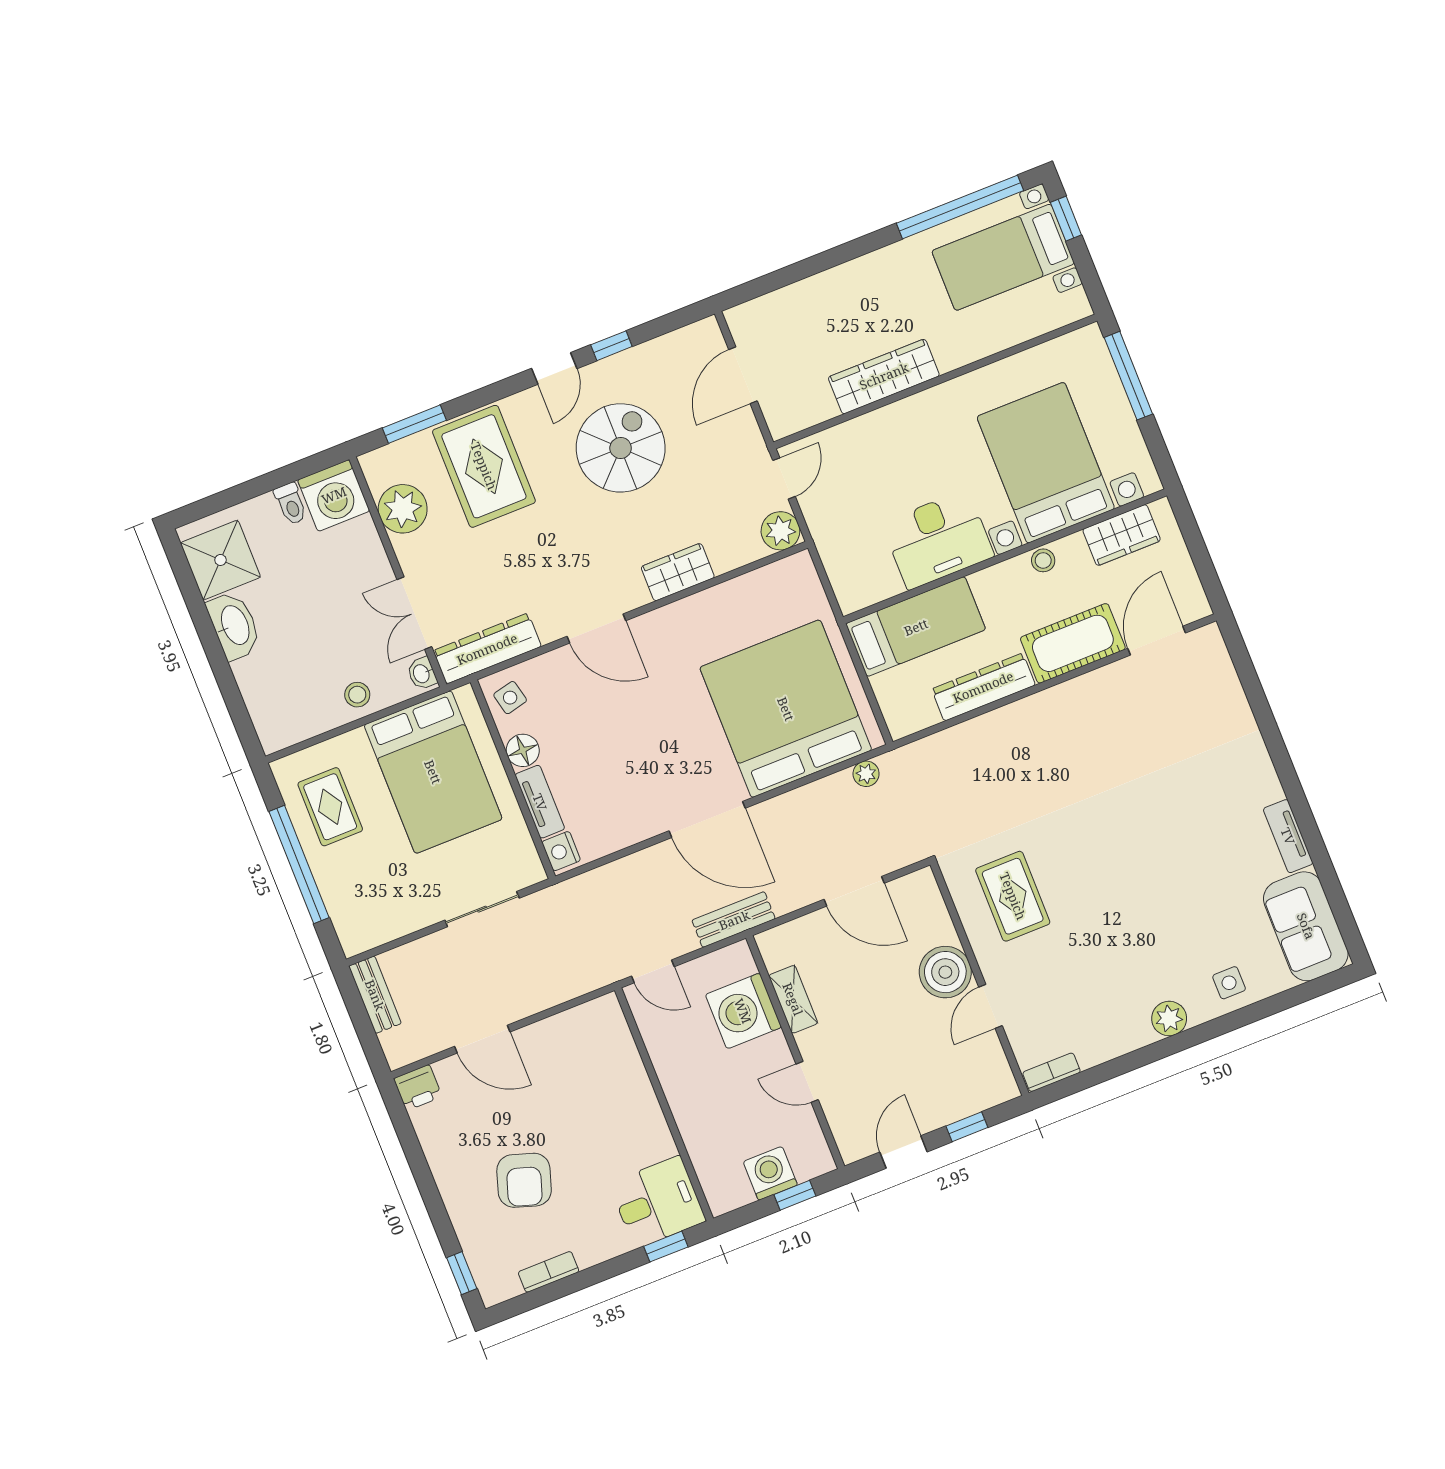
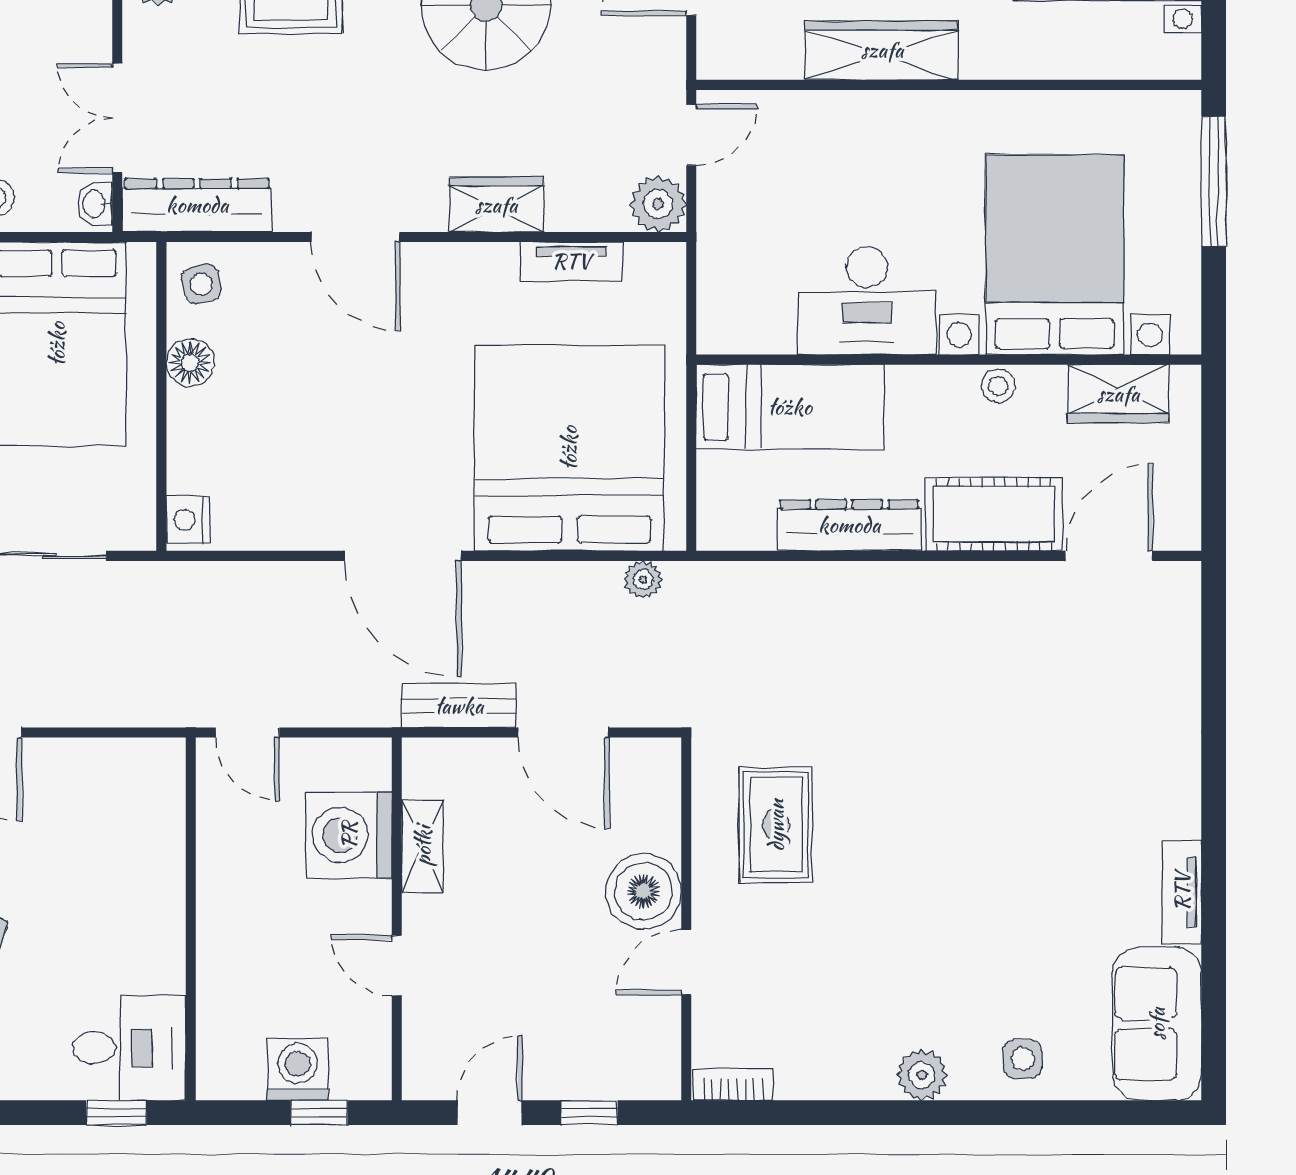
tv unit: (540, 802) -> (571, 261), moved, turned 90
bench: (734, 920) -> (459, 706), moved

